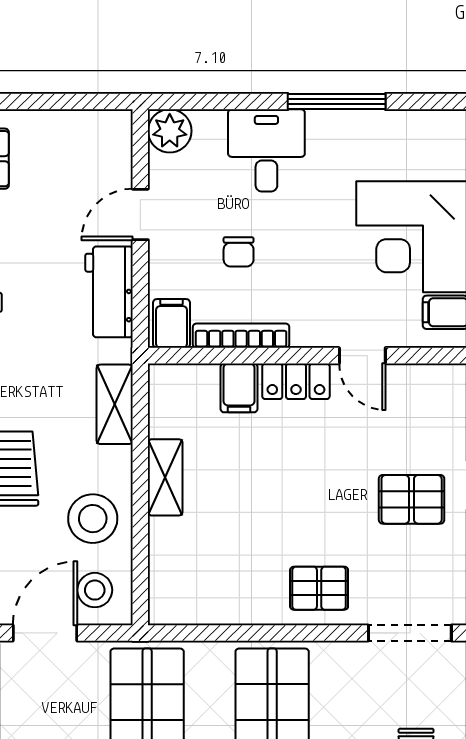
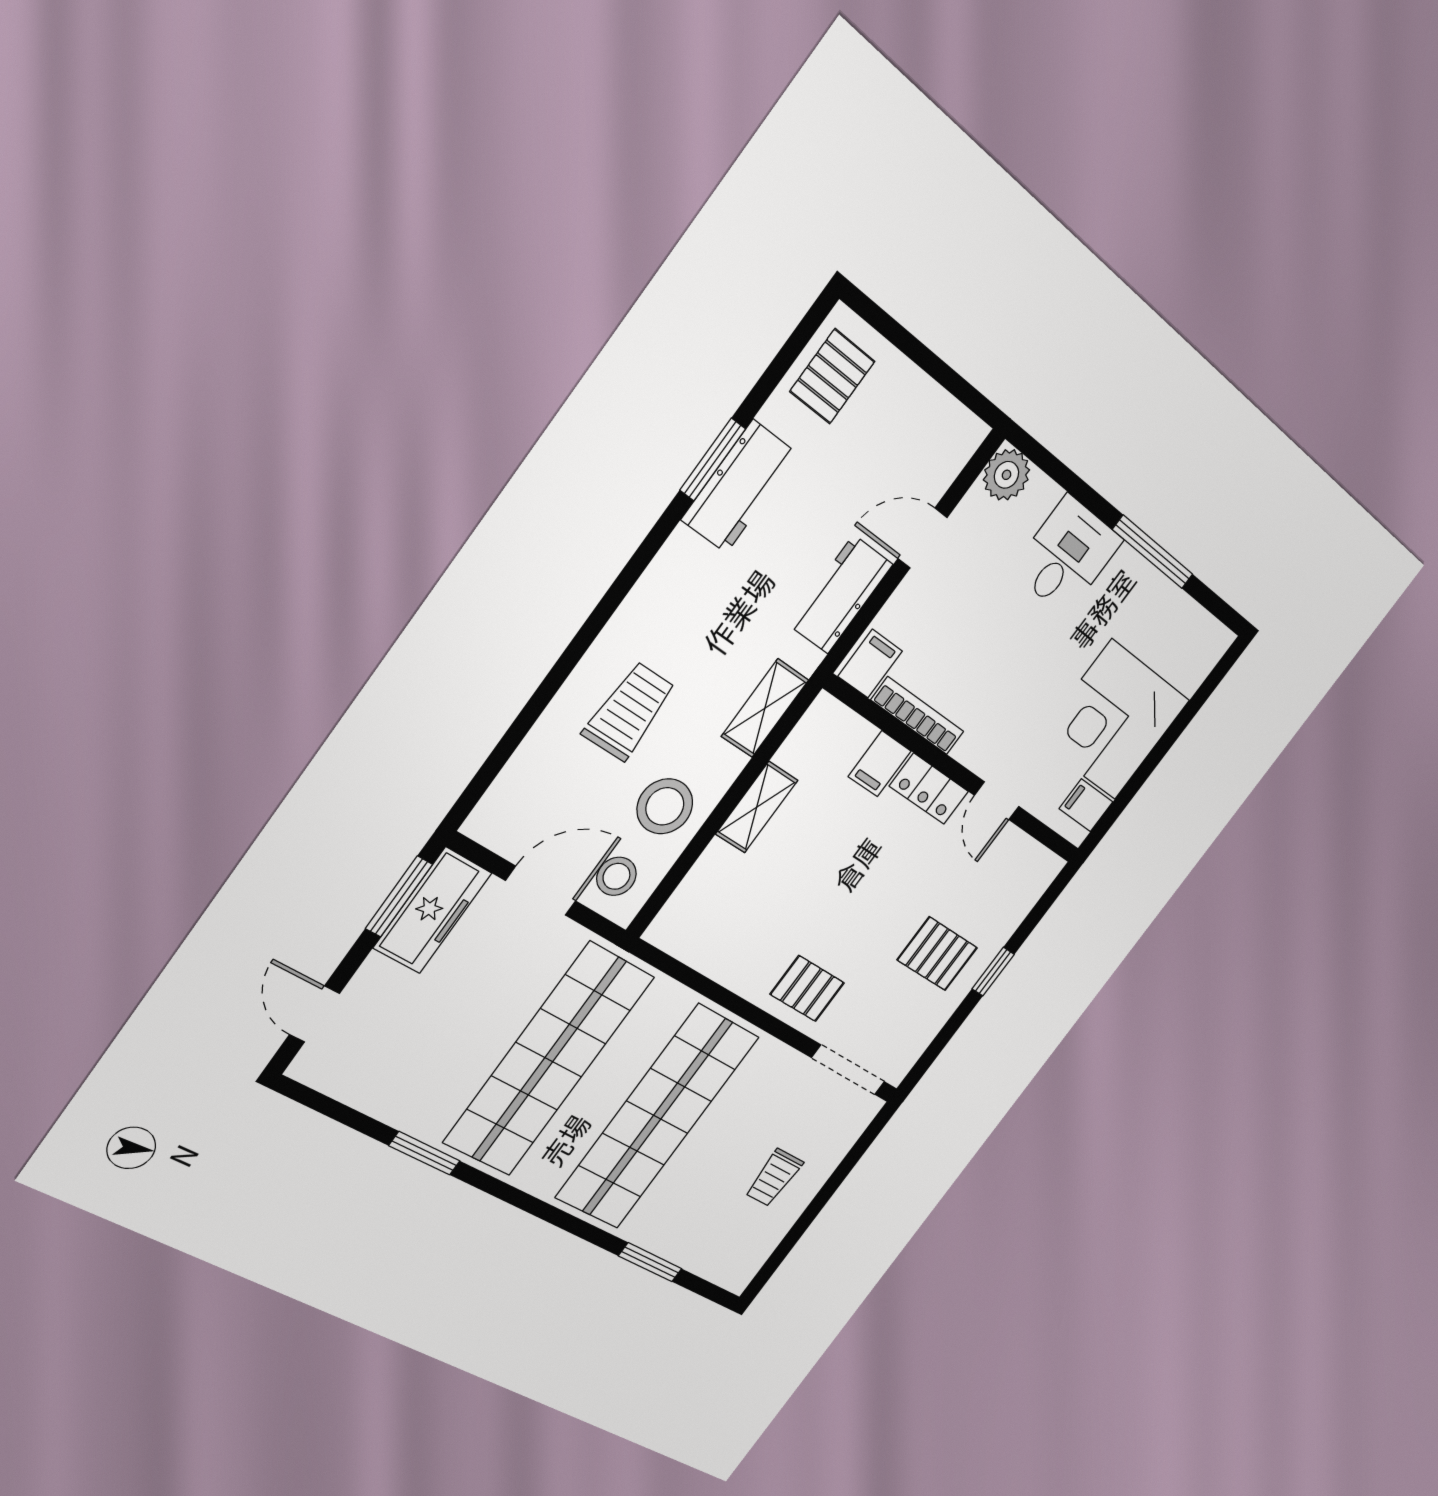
chair: (239, 252) -> (974, 635), removed

